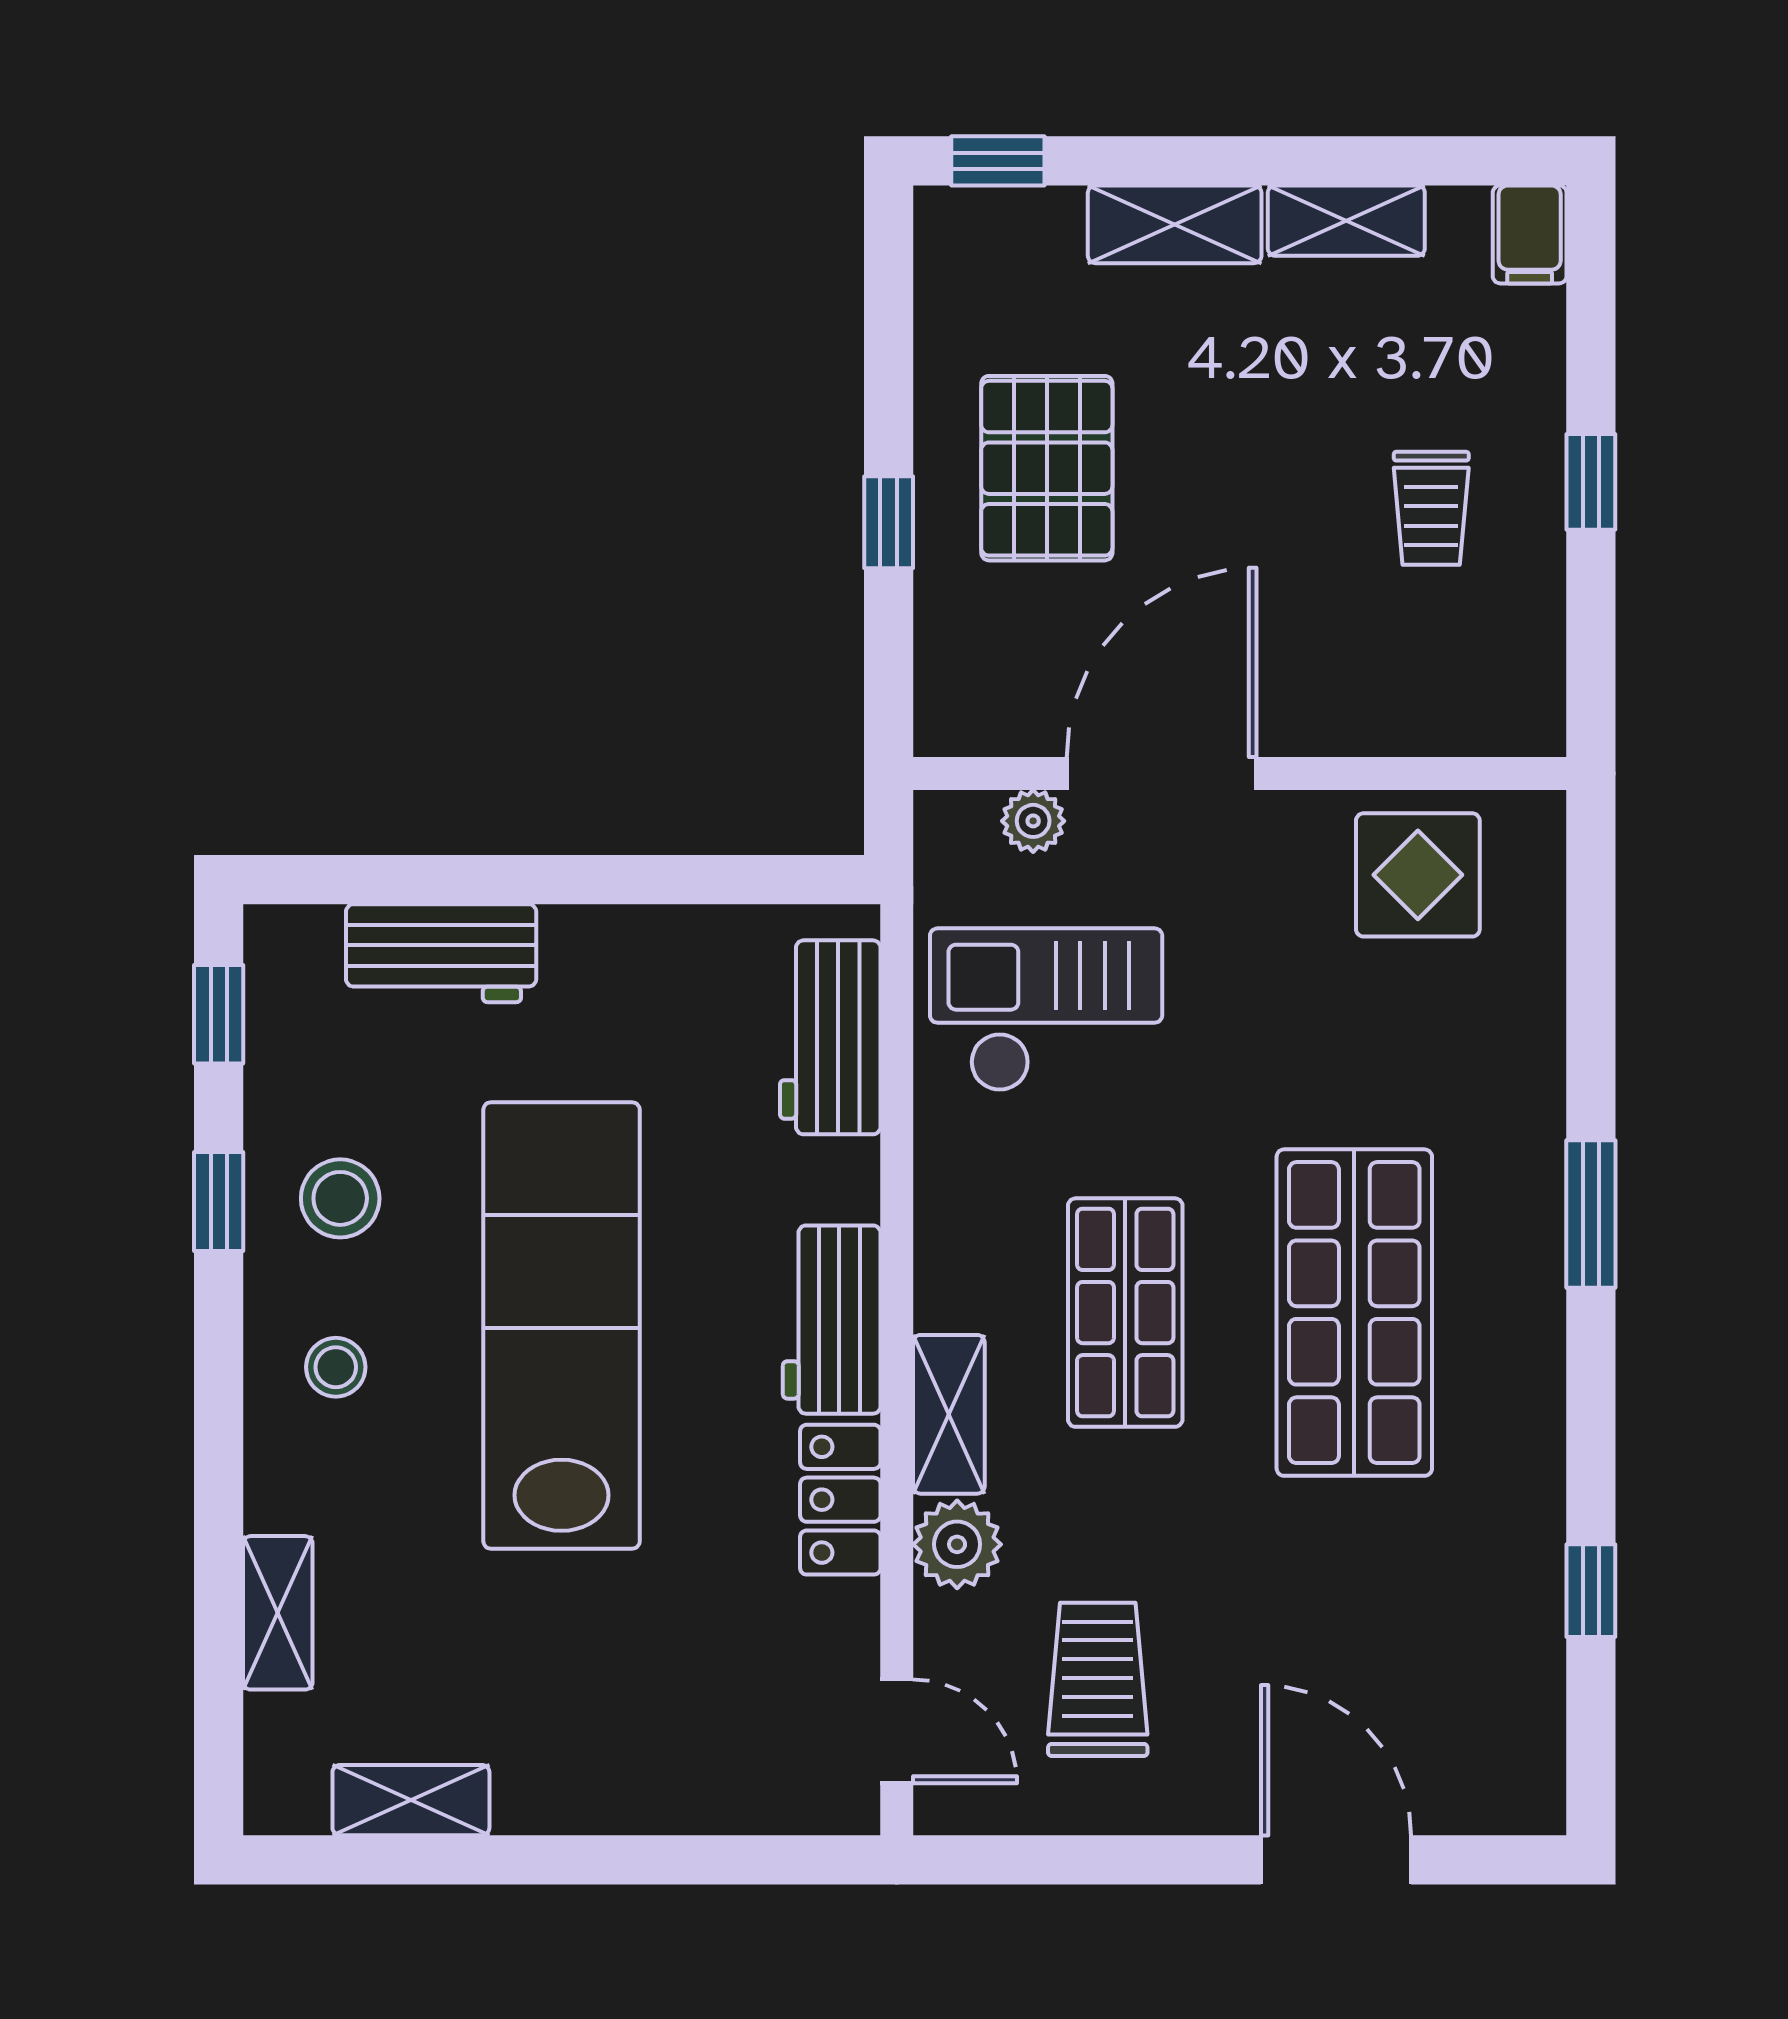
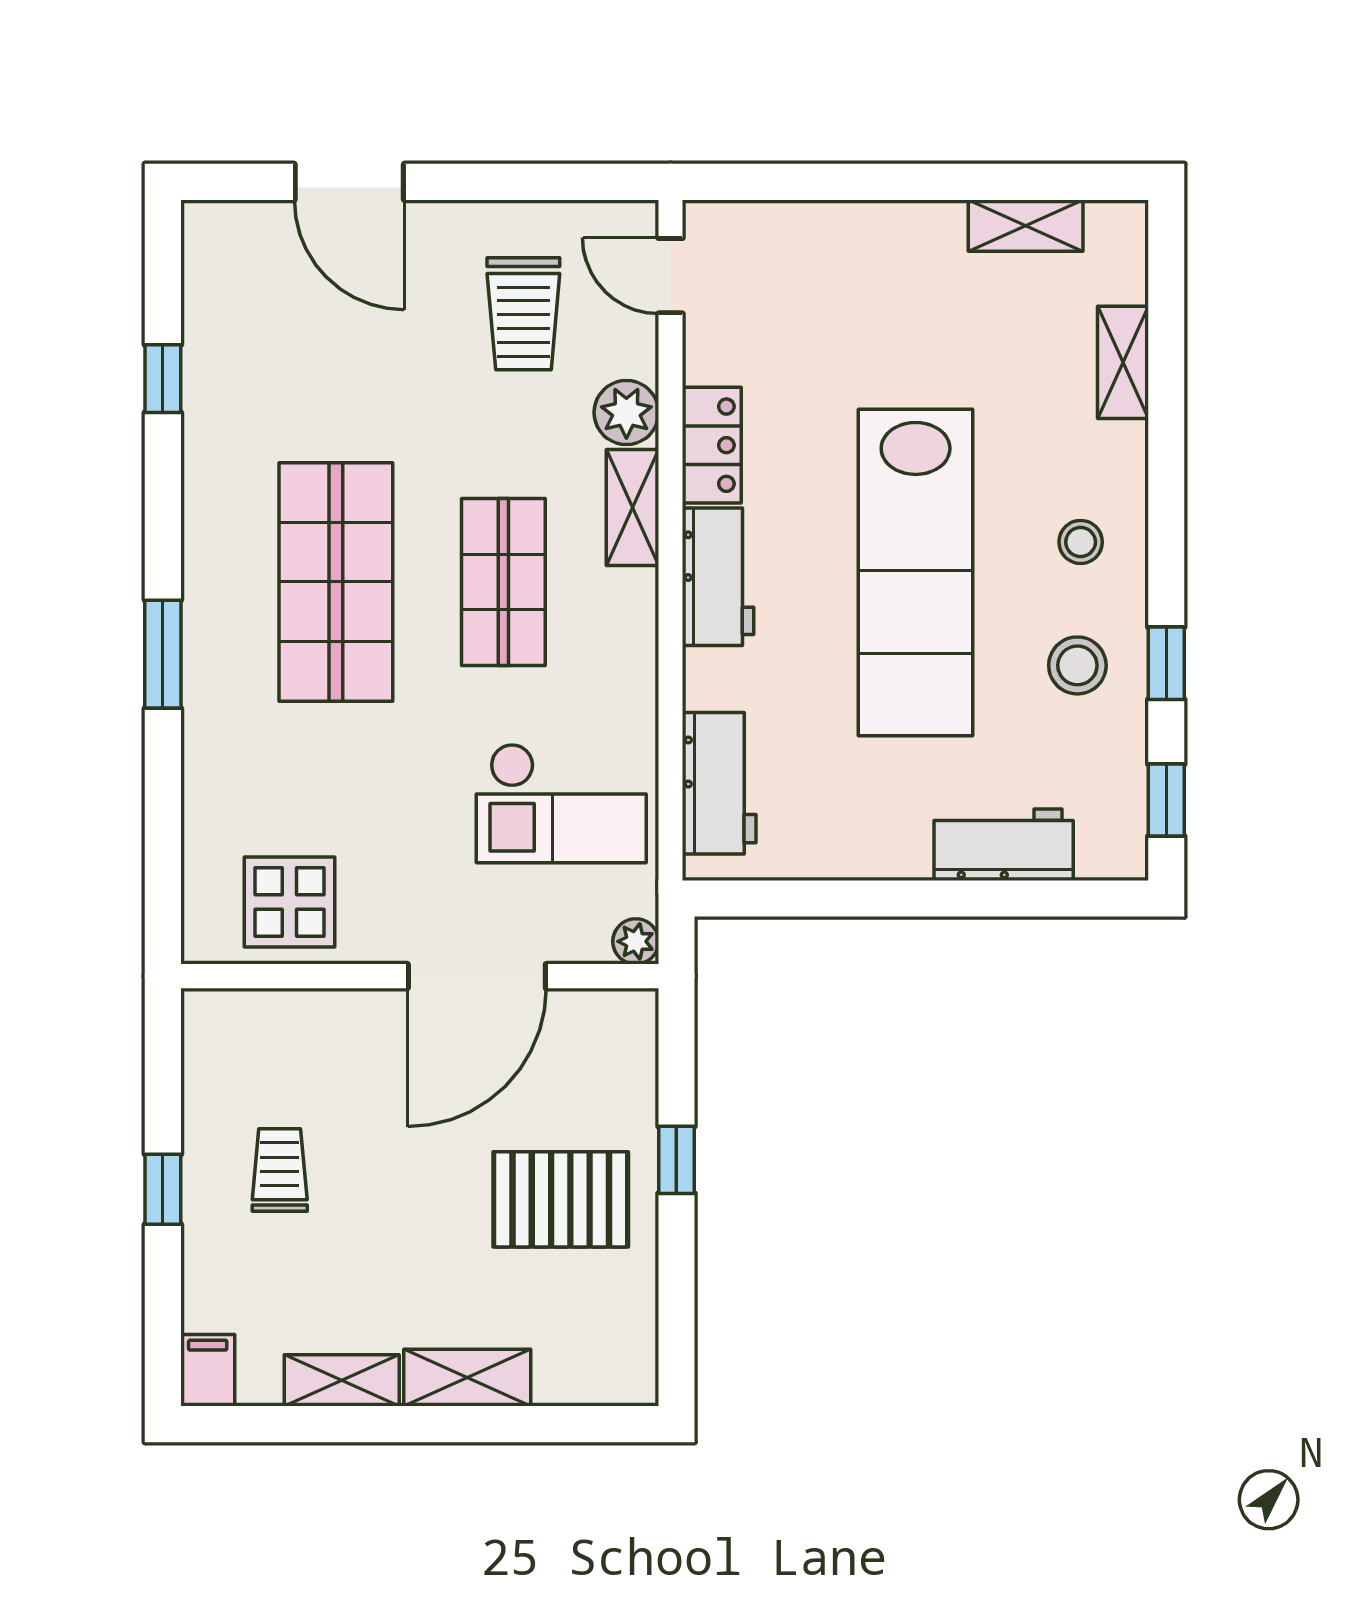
window: (998, 161) -> (596, 1424), removed
pallet: (1047, 468) -> (561, 1199), turned 90
plant: (1033, 821) -> (636, 941), moved

